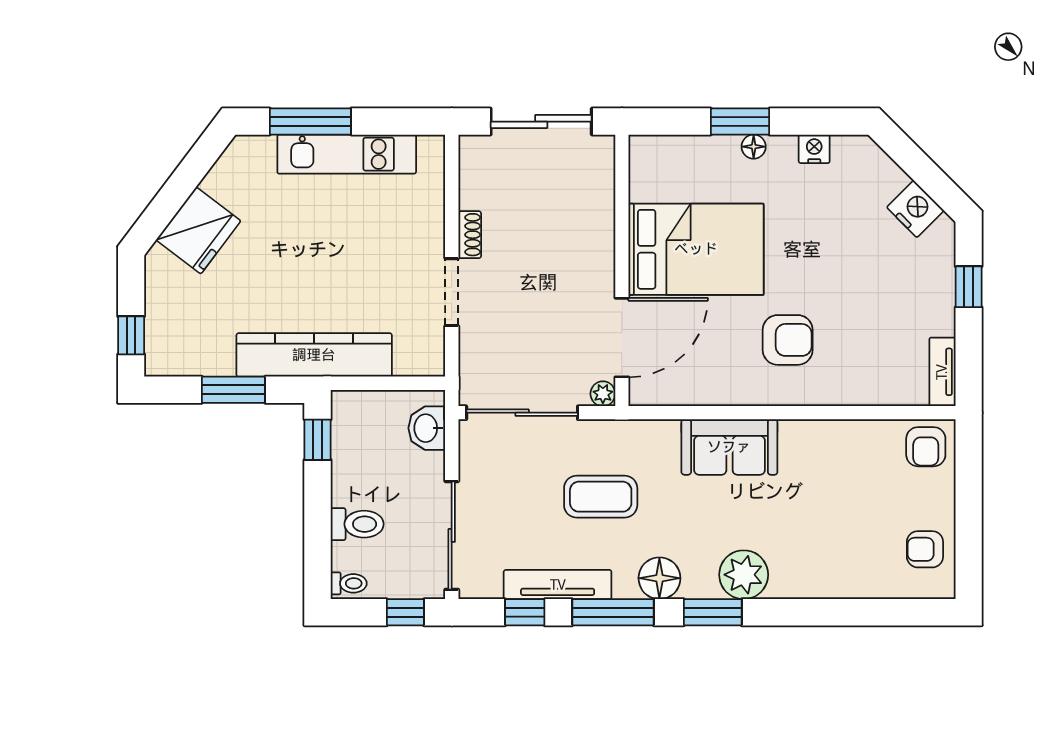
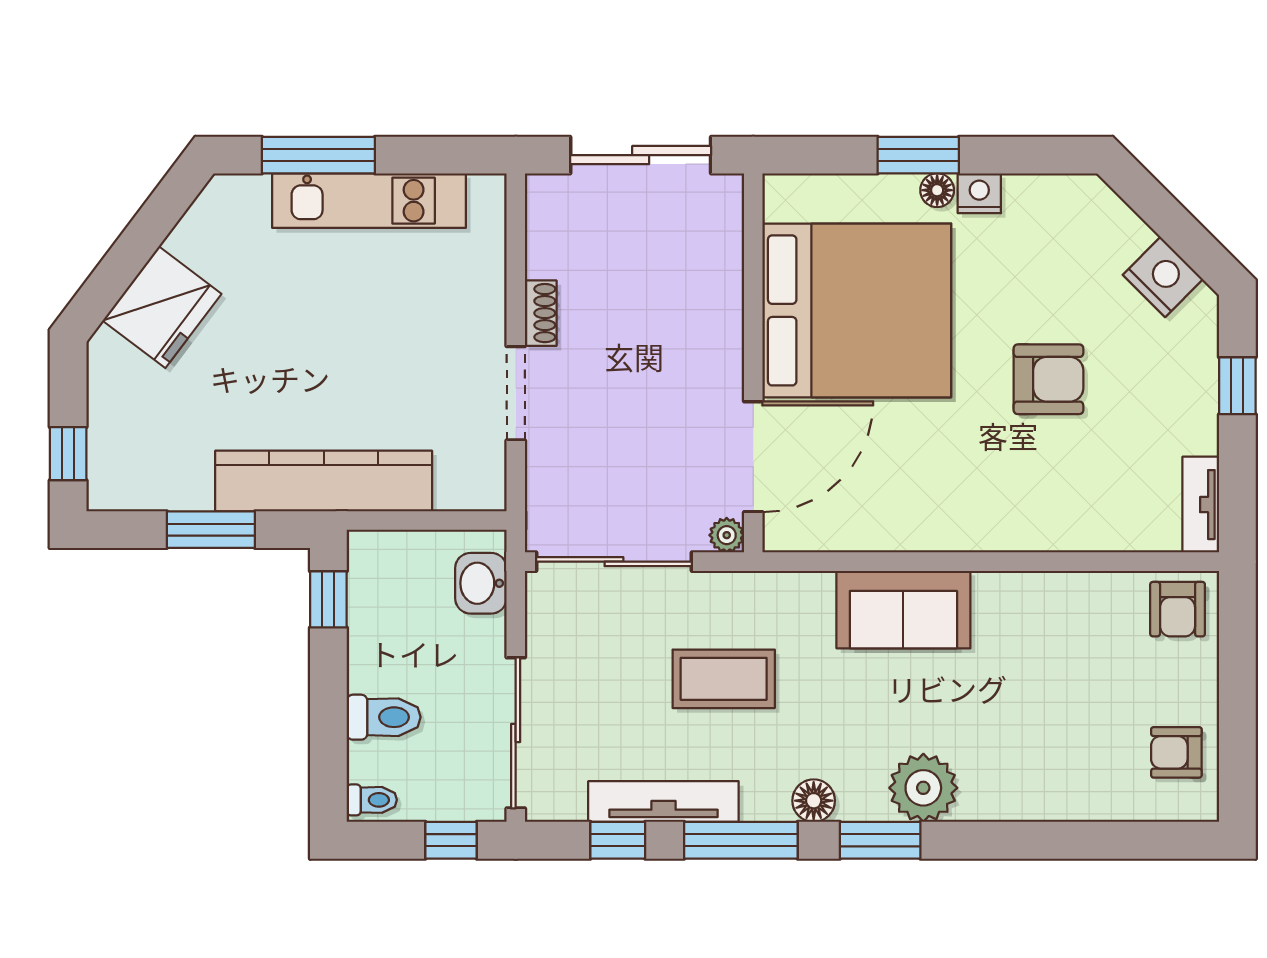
nightstand: (814, 149) -> (979, 193), moved
bed: (696, 249) -> (857, 310), width x1.36
armchair: (788, 340) -> (1048, 379), moved
floor lamp: (659, 578) -> (814, 801), width x0.73, depth x0.73

